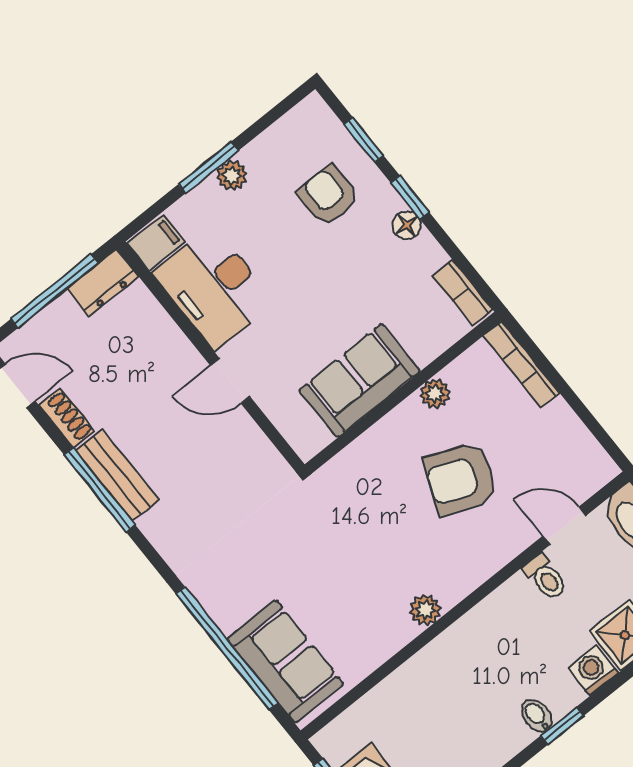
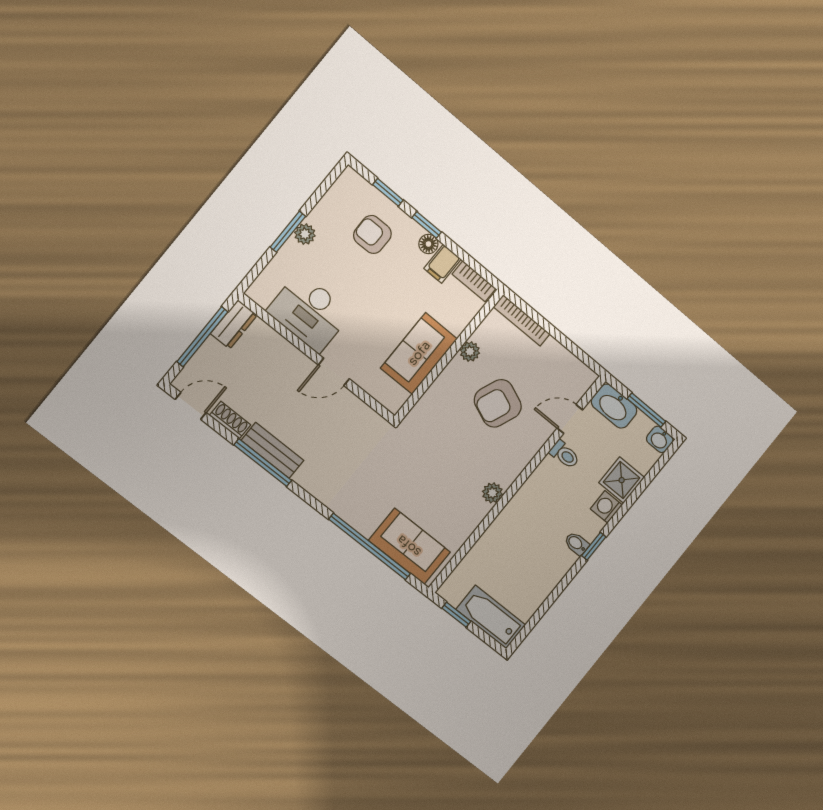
filing cabinet: (156, 243) -> (443, 264), moved, turned 180

